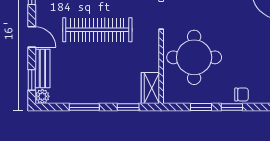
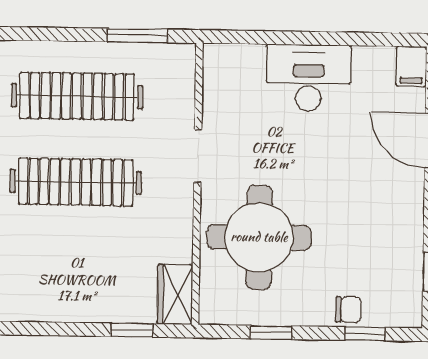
window: (84, 107) -> (48, 329), removed
window: (232, 107) -> (365, 334), moved

